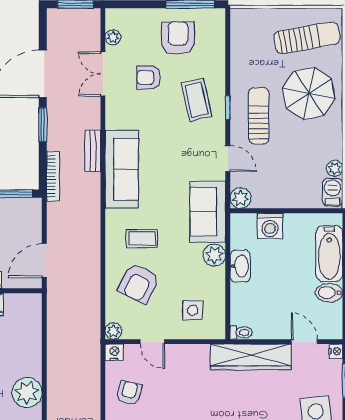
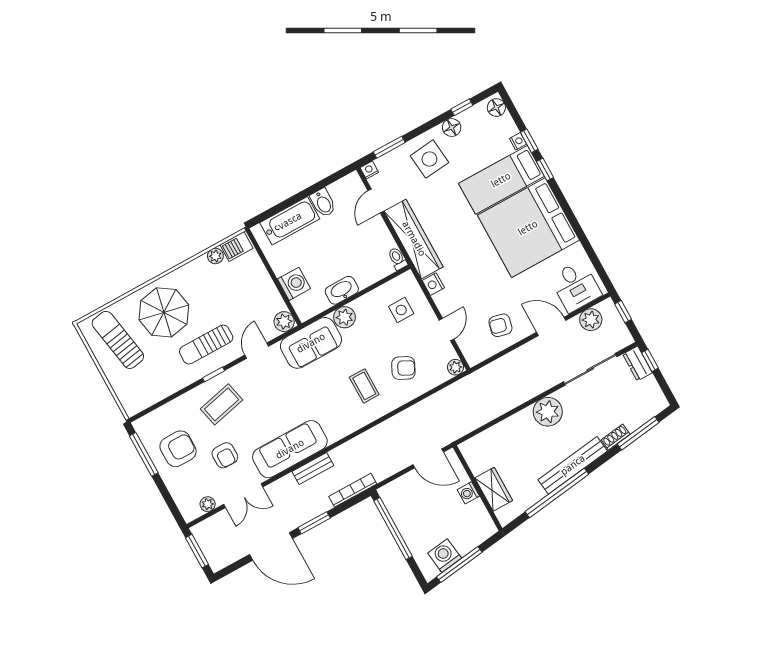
armchair: (178, 38) -> (178, 449), turned 180
sofa: (122, 169) -> (290, 449), moved
armchair: (139, 283) -> (403, 368), width x0.72, depth x0.72
nightstand: (114, 352) -> (433, 284), moved

